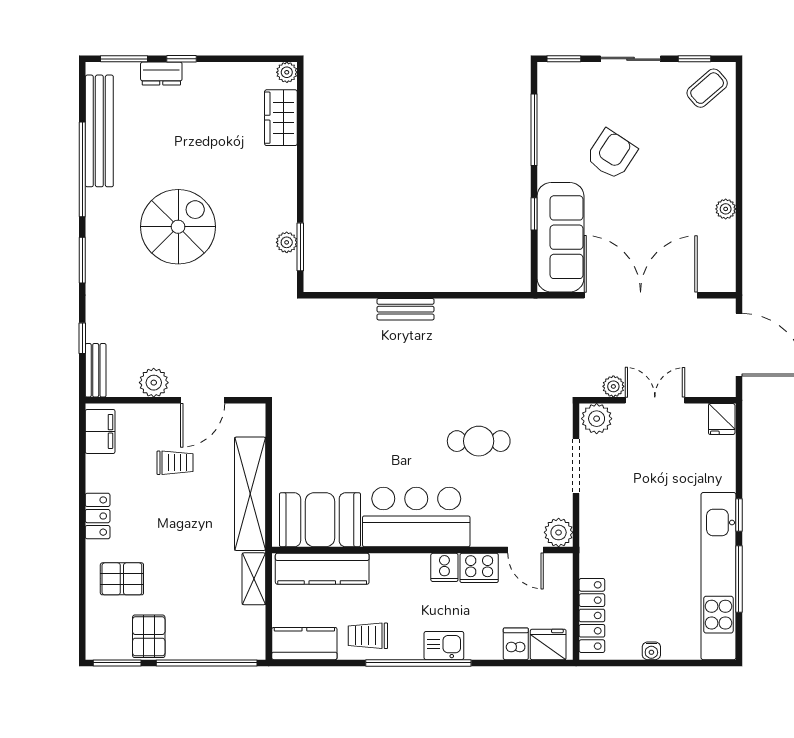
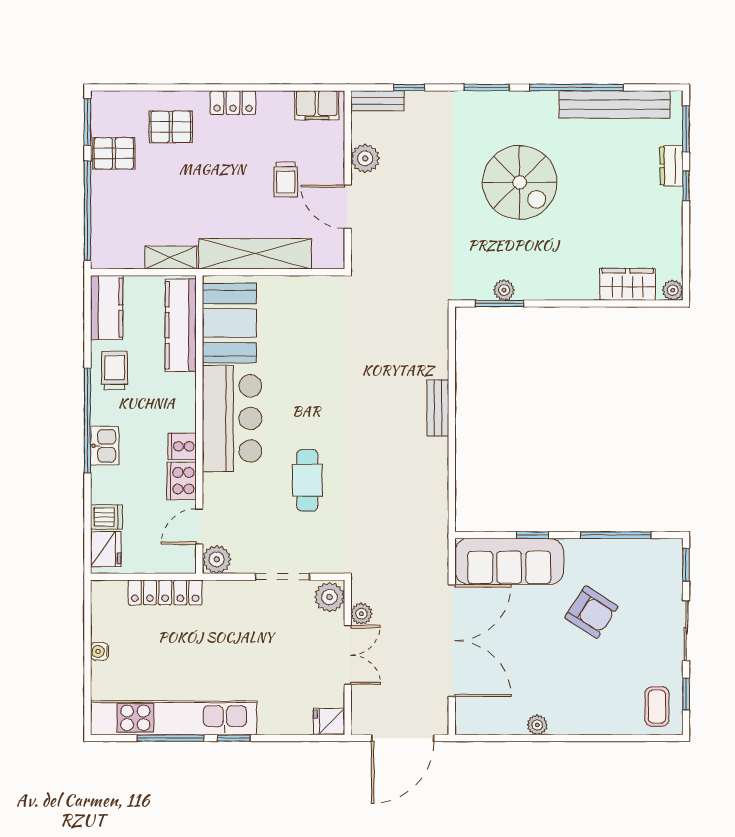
coffee table: (707, 88) -> (657, 707), turned 41
pallet: (122, 579) -> (171, 127), turned 90
locker: (592, 615) -> (165, 592), moved

